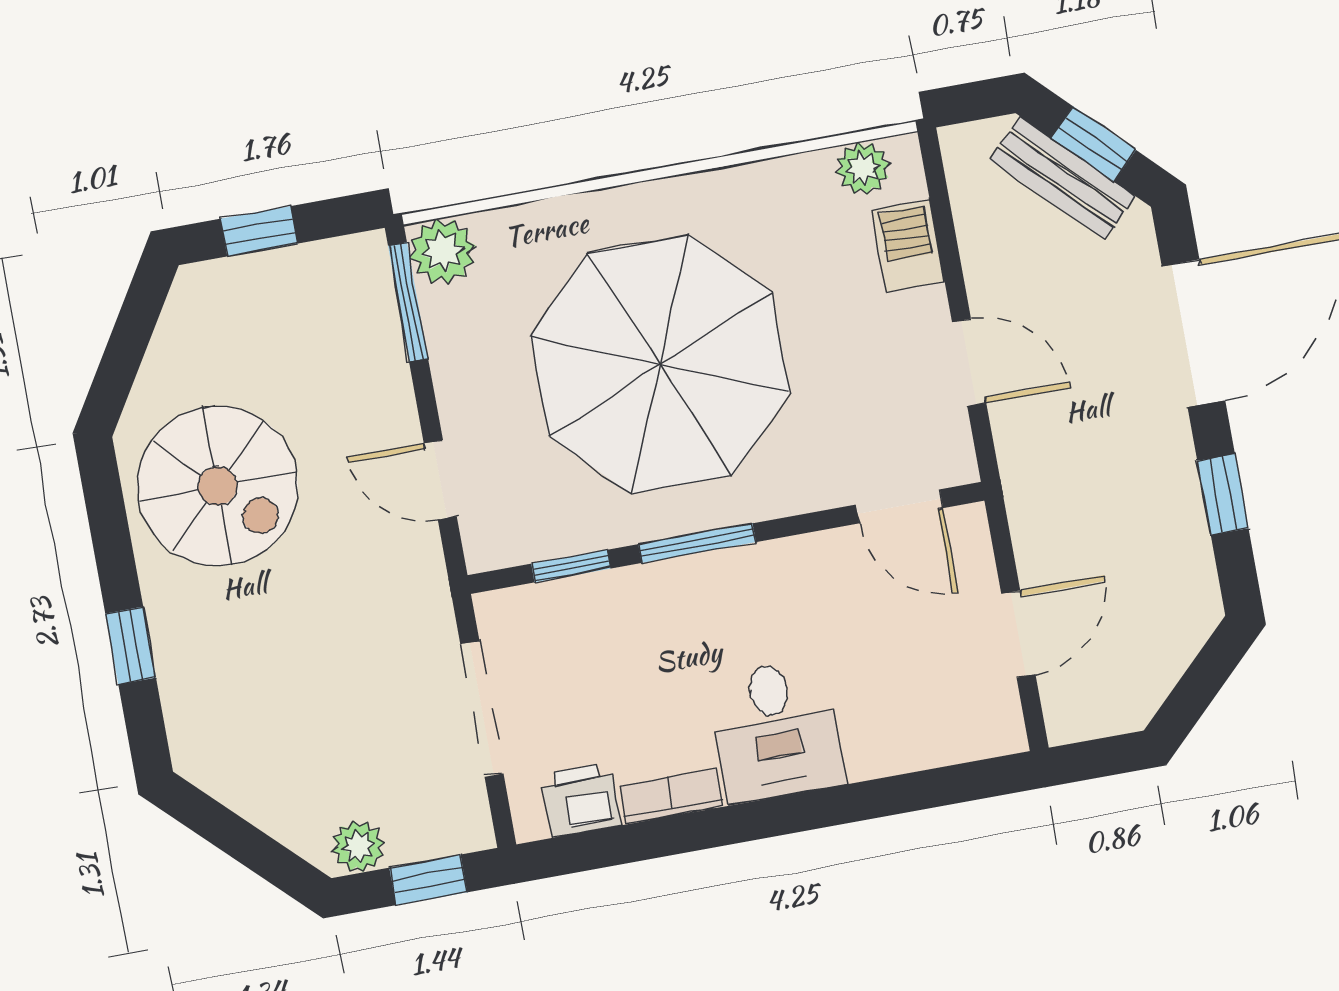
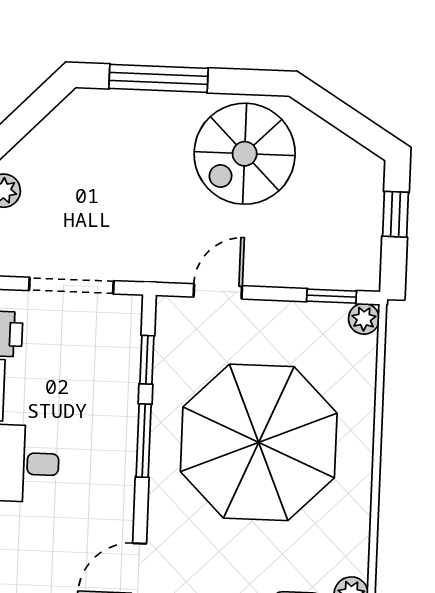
plant: (443, 251) -> (364, 319), width x0.73, depth x0.73
window: (408, 302) -> (332, 296), width x0.67
window: (131, 646) -> (158, 78), width x2.17

